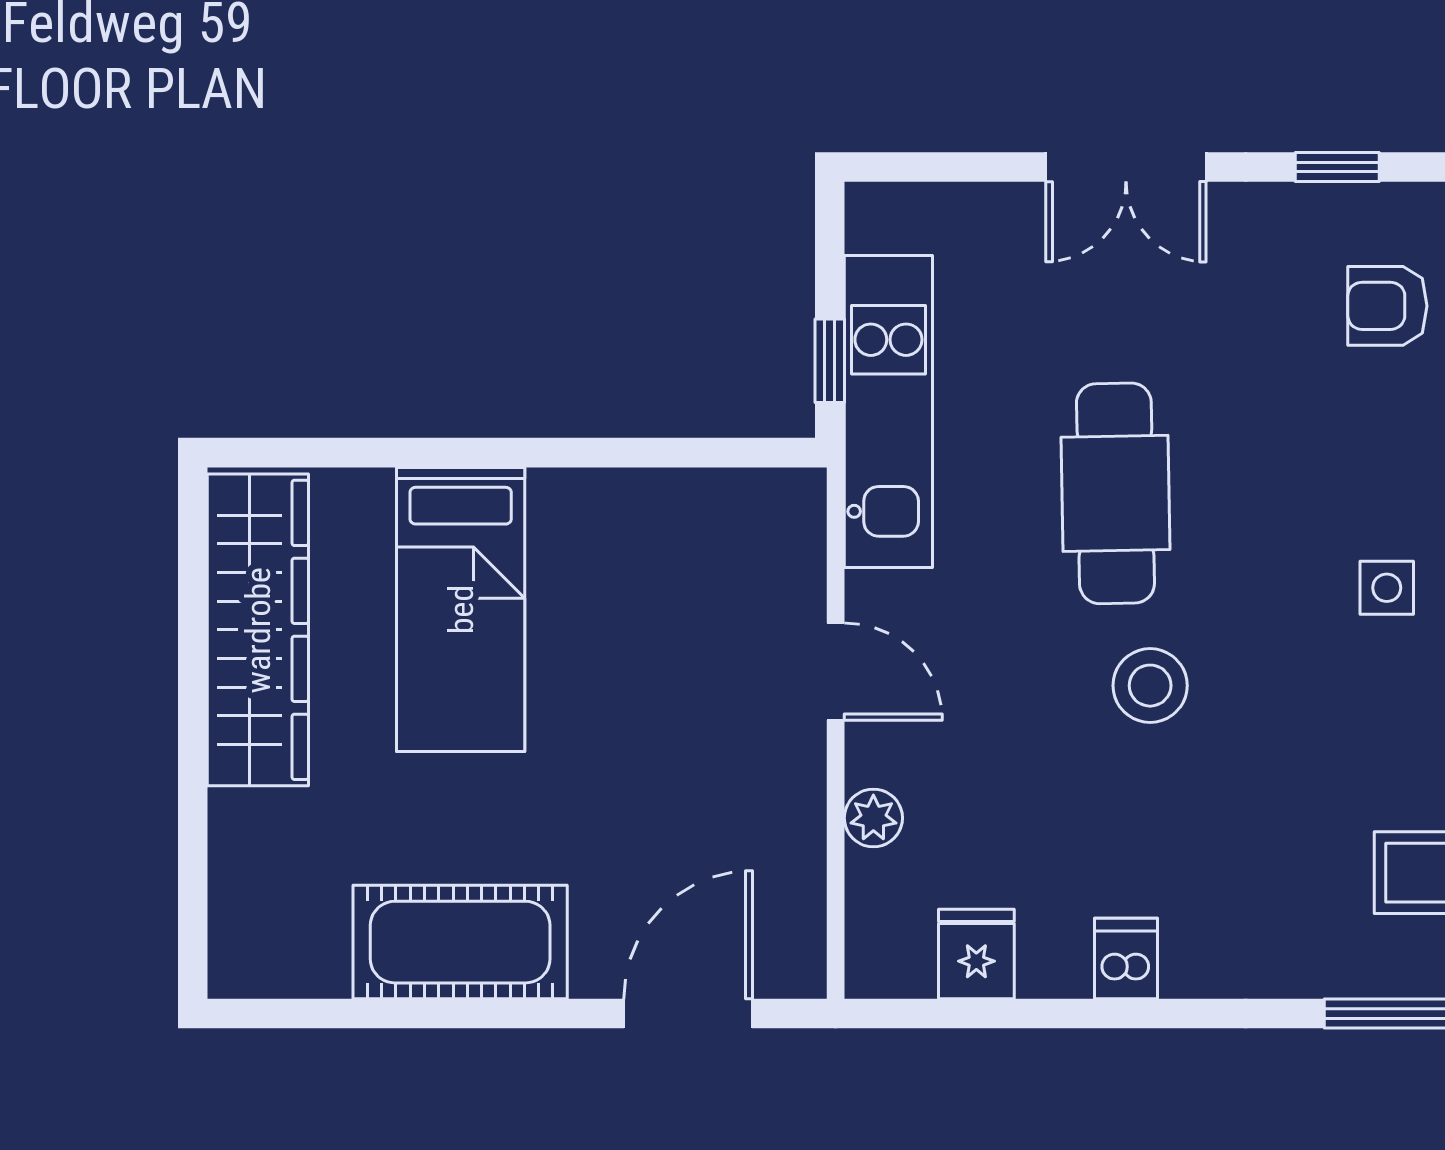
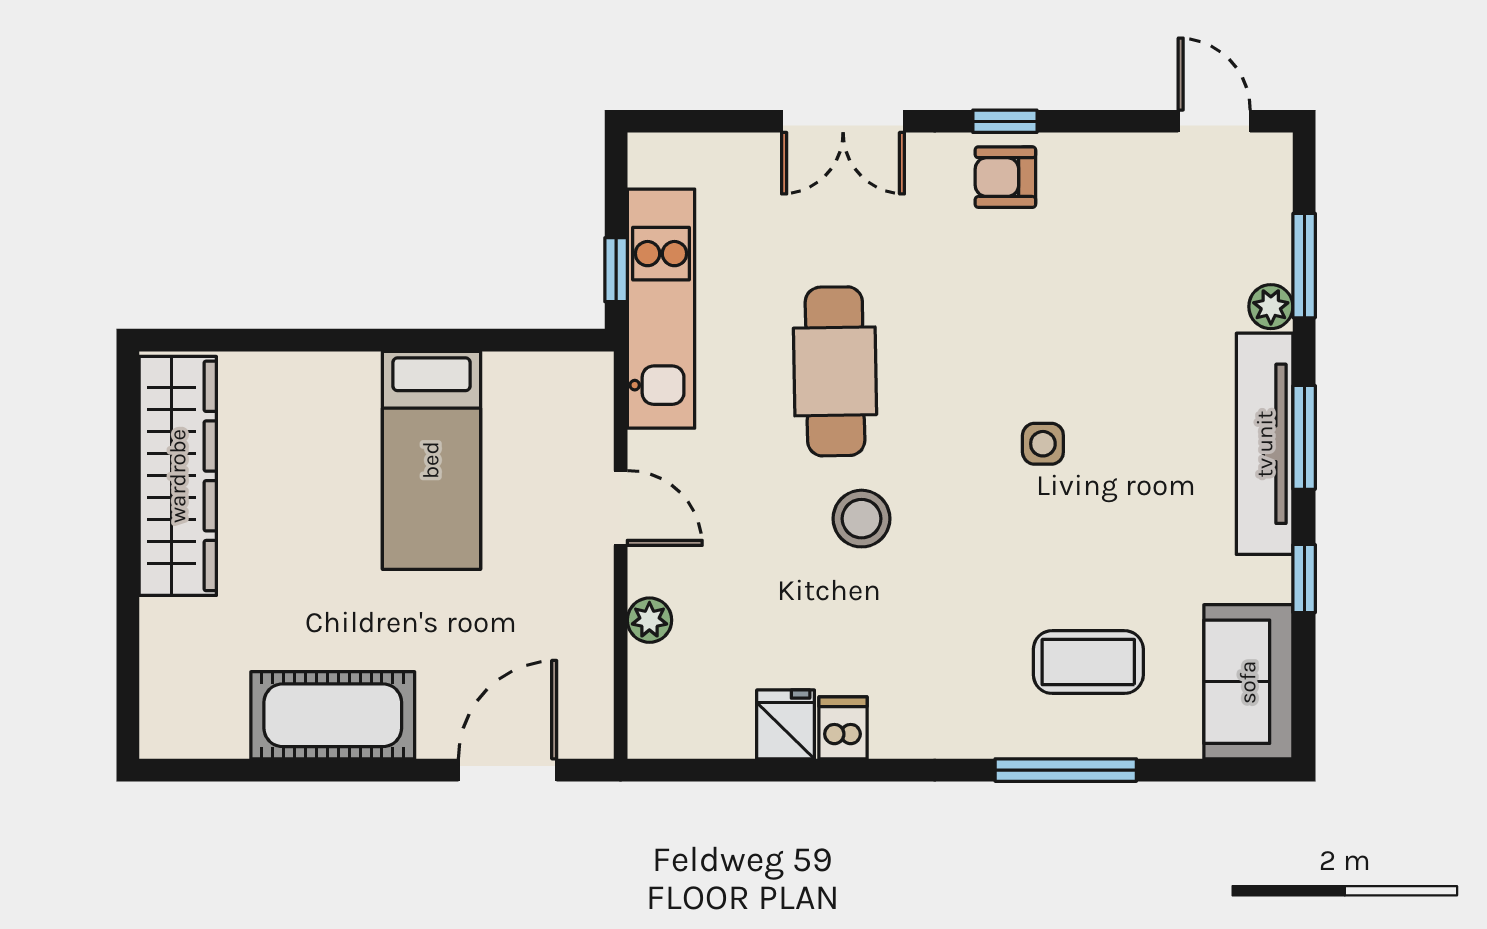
armchair: (1387, 306) -> (1005, 177), moved
bed: (461, 609) -> (431, 460), moved
fridge: (976, 954) -> (786, 724), moved

